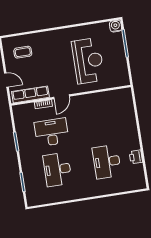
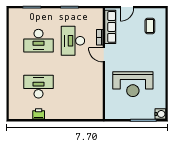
desk: (52, 132) -> (73, 41), turned 180
desk: (57, 169) -> (38, 41), turned 180

